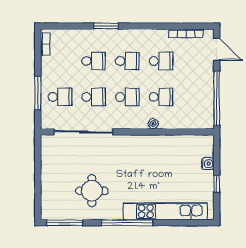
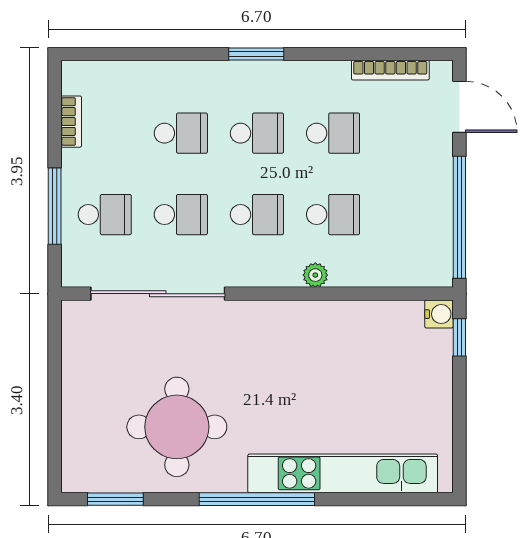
window: (106, 26) -> (256, 54), moved
bookcase: (45, 44) -> (71, 122), moved
water cooler: (208, 164) -> (439, 314), moved
window: (217, 184) -> (459, 337), moved
round table: (92, 191) -> (177, 427), width x1.36, depth x1.36
window: (65, 223) -> (115, 499), width x0.69

